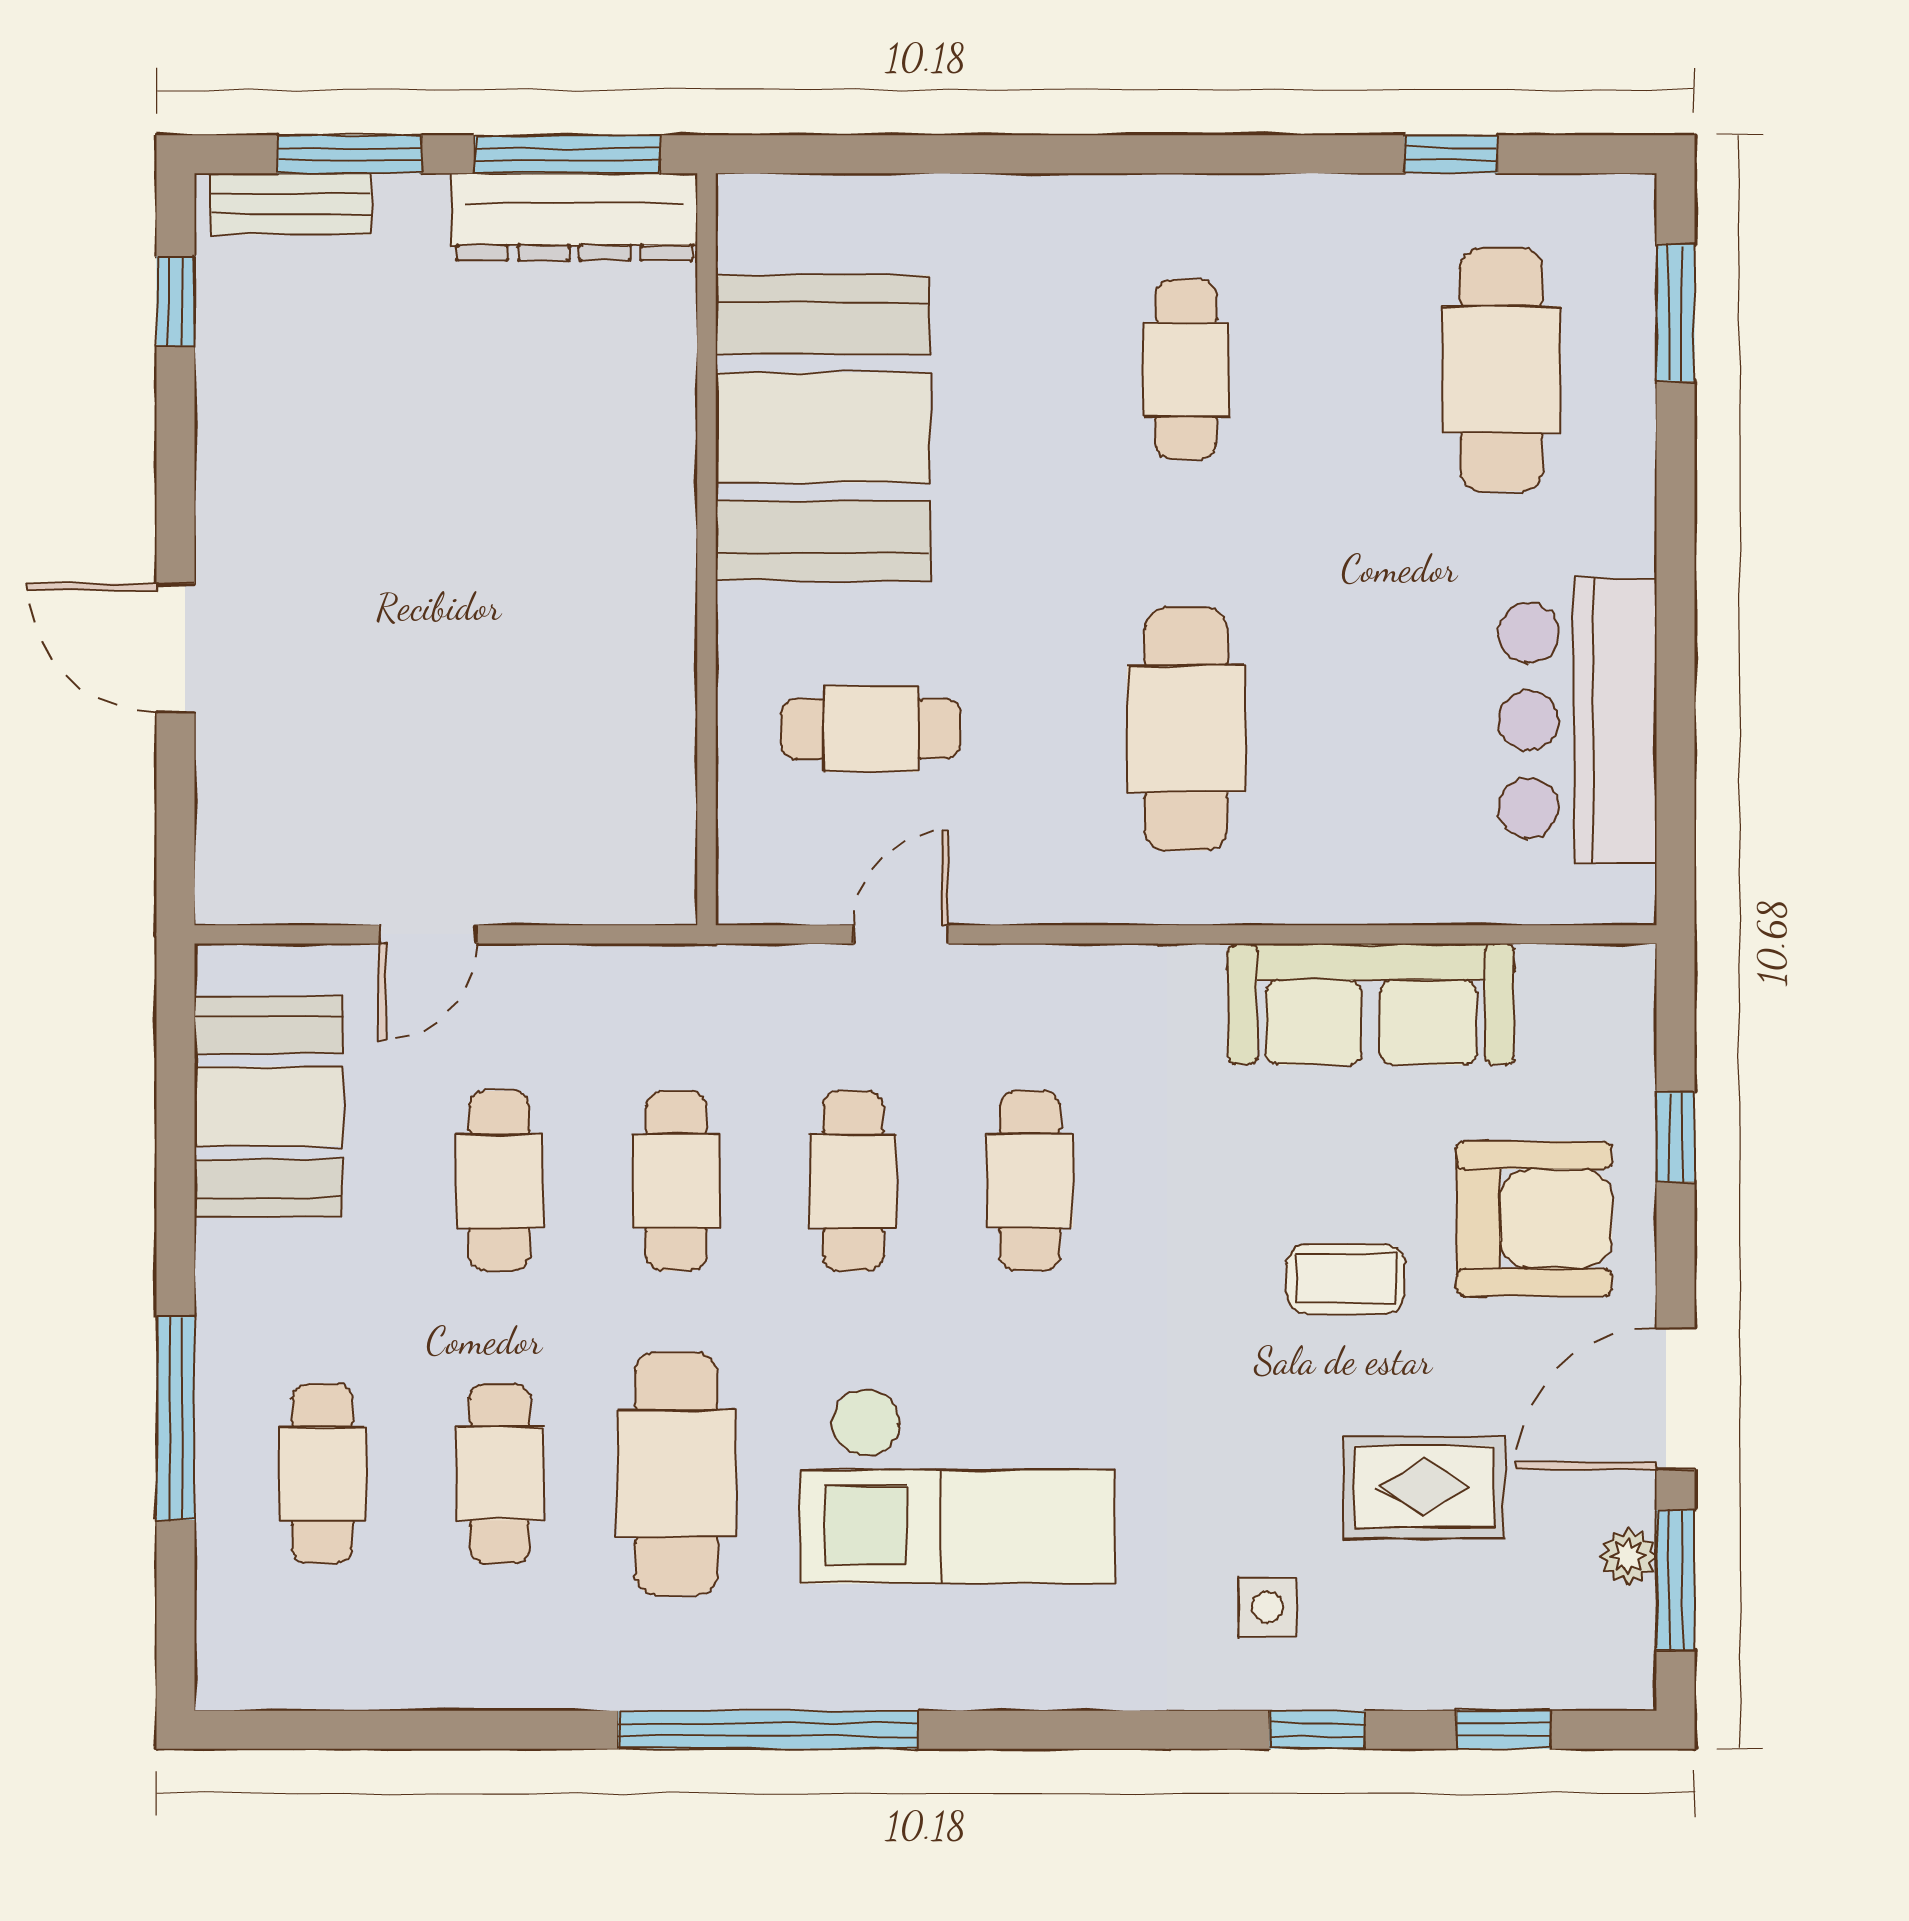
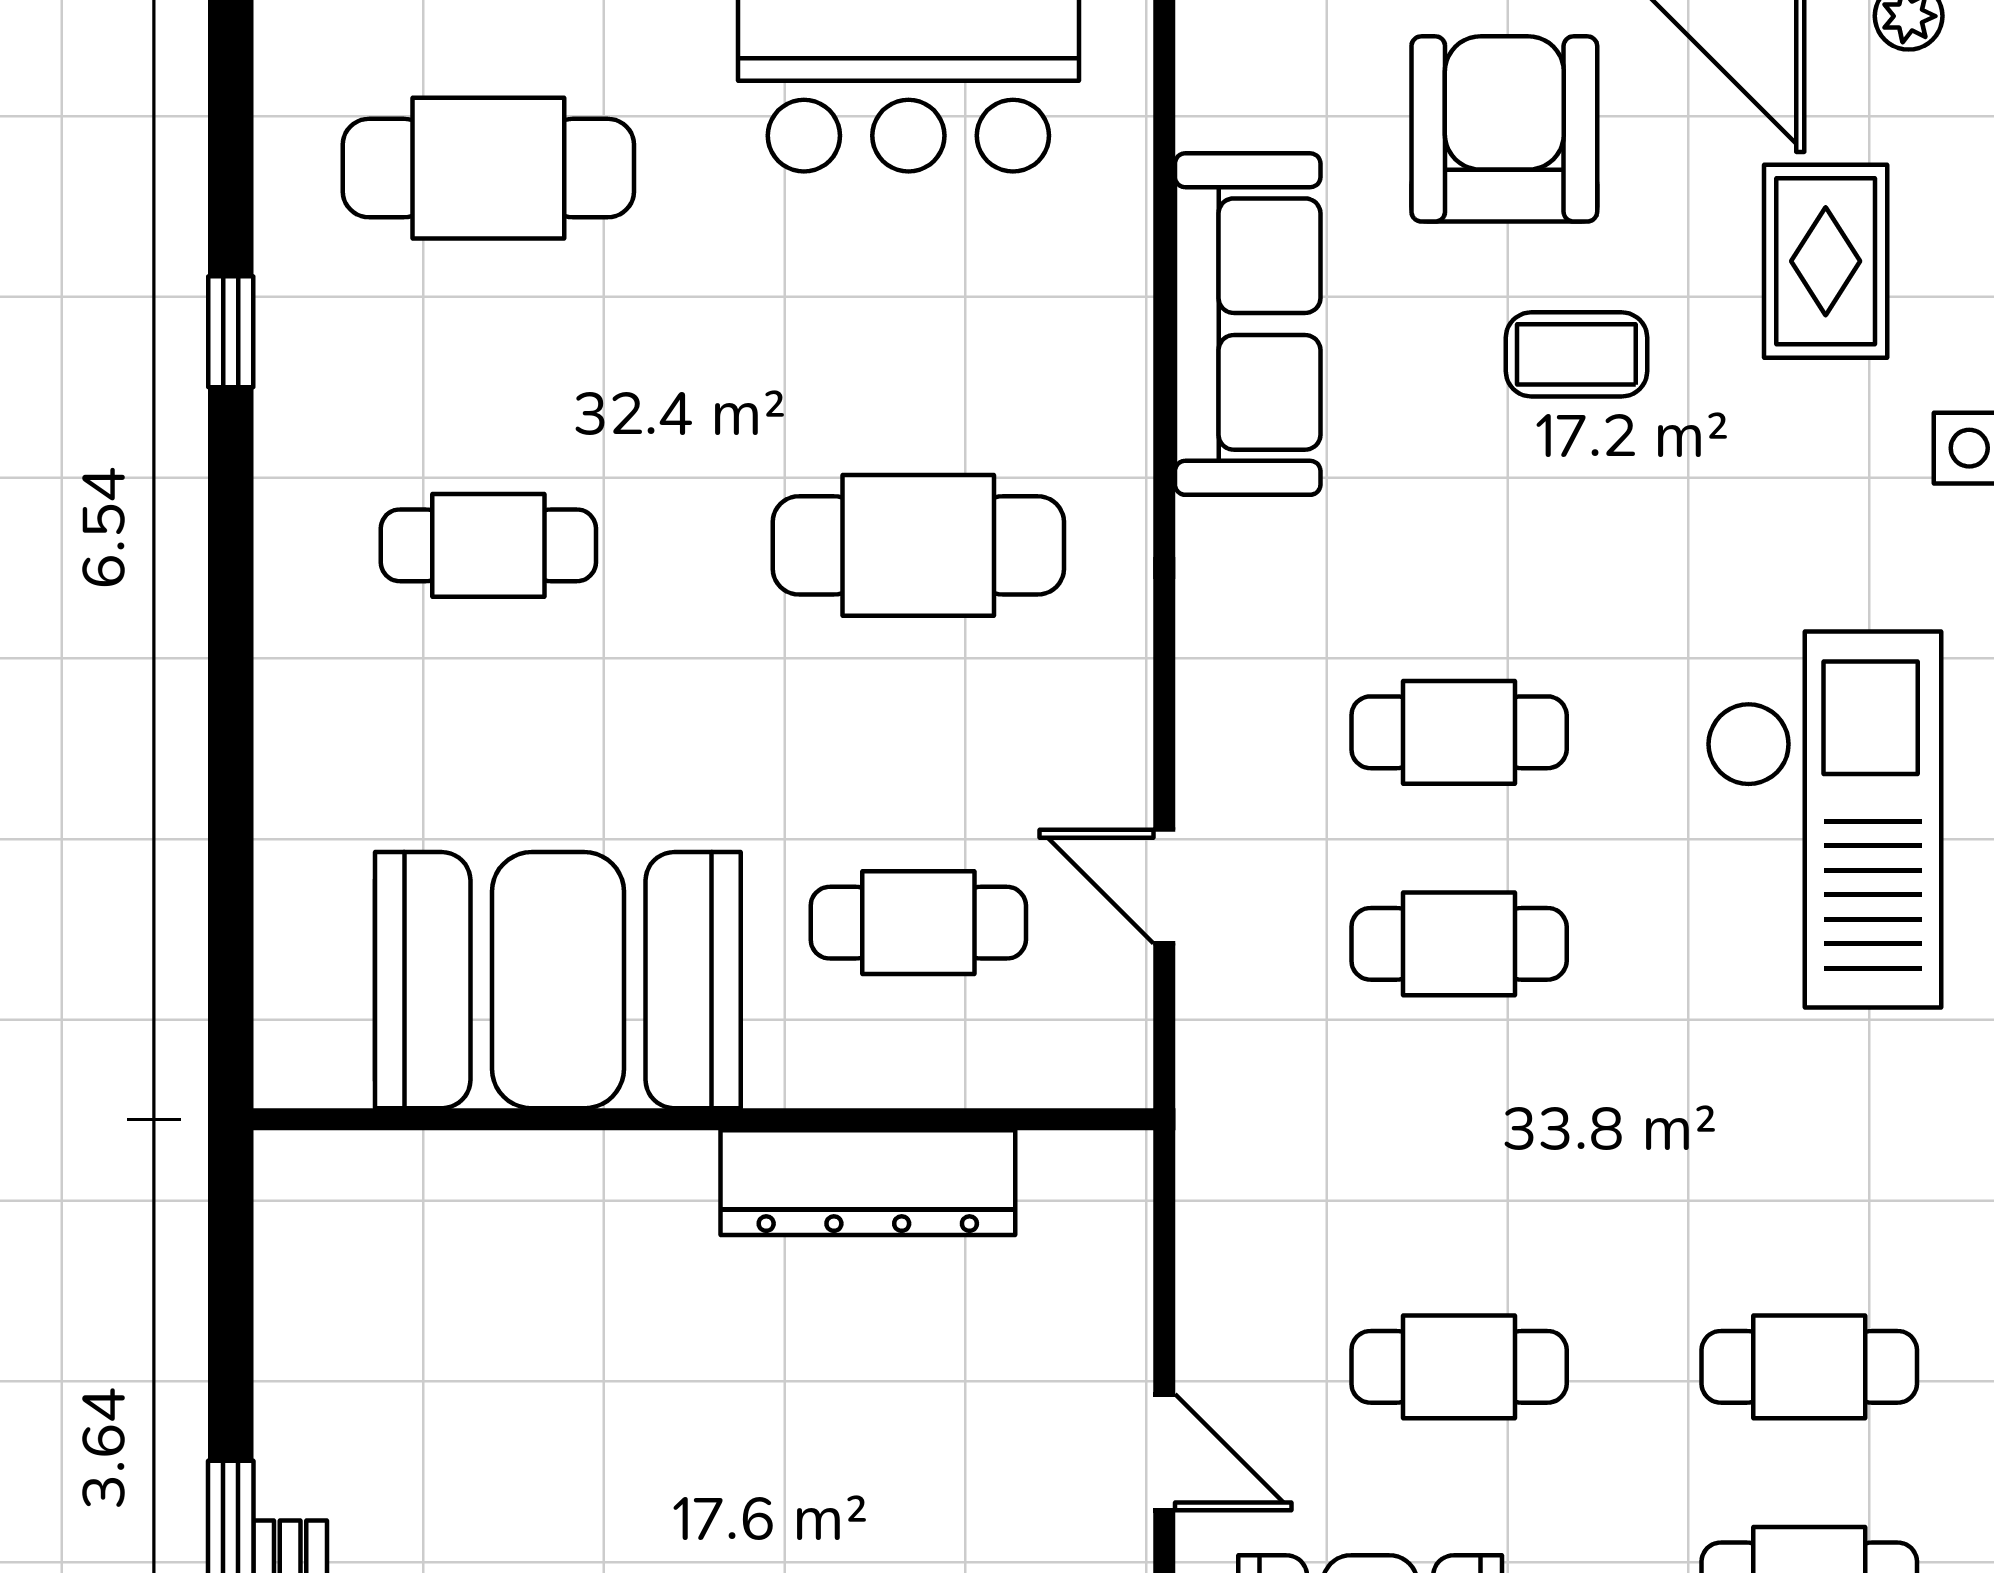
window: (568, 154) -> (231, 1286), removed
window: (1451, 154) -> (231, 332), moved
dresser: (574, 217) -> (868, 1183), moved, turned 90
cafe table: (871, 729) -> (918, 923), turned 90
cafe table: (676, 1181) -> (1459, 1155), removed
coffee table: (1346, 1279) -> (1576, 354), turned 90
cafe table: (676, 1473) -> (1809, 1155), removed

